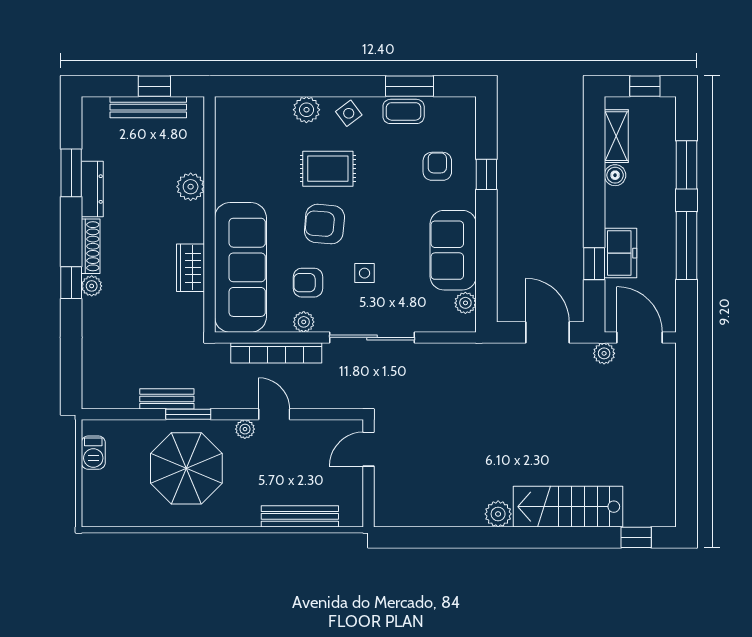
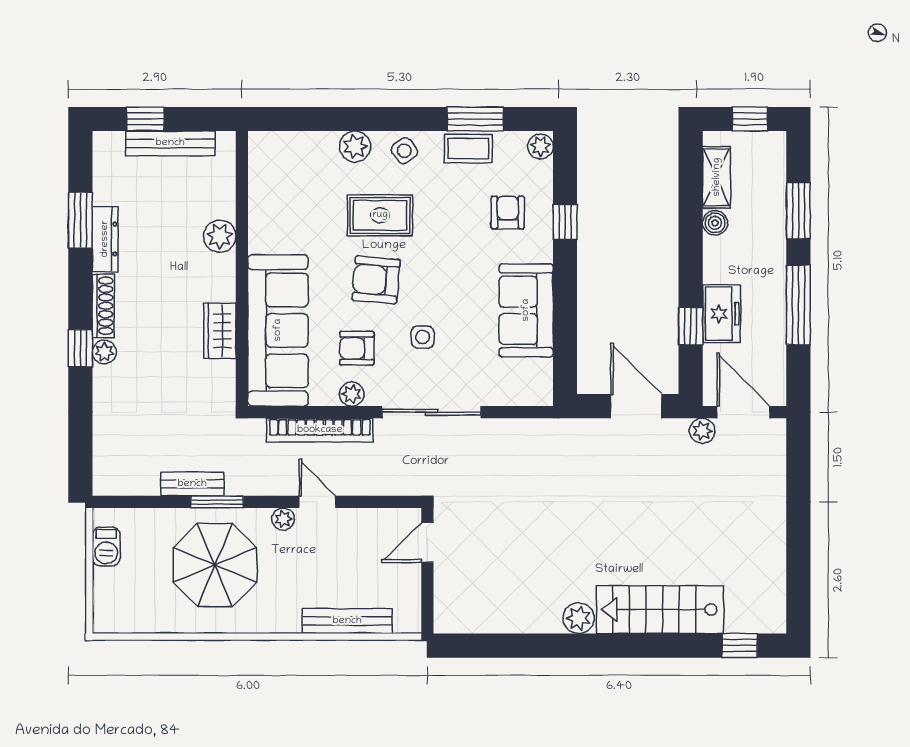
window: (154, 86) -> (145, 119), moved
plant: (465, 303) -> (540, 146), moved

